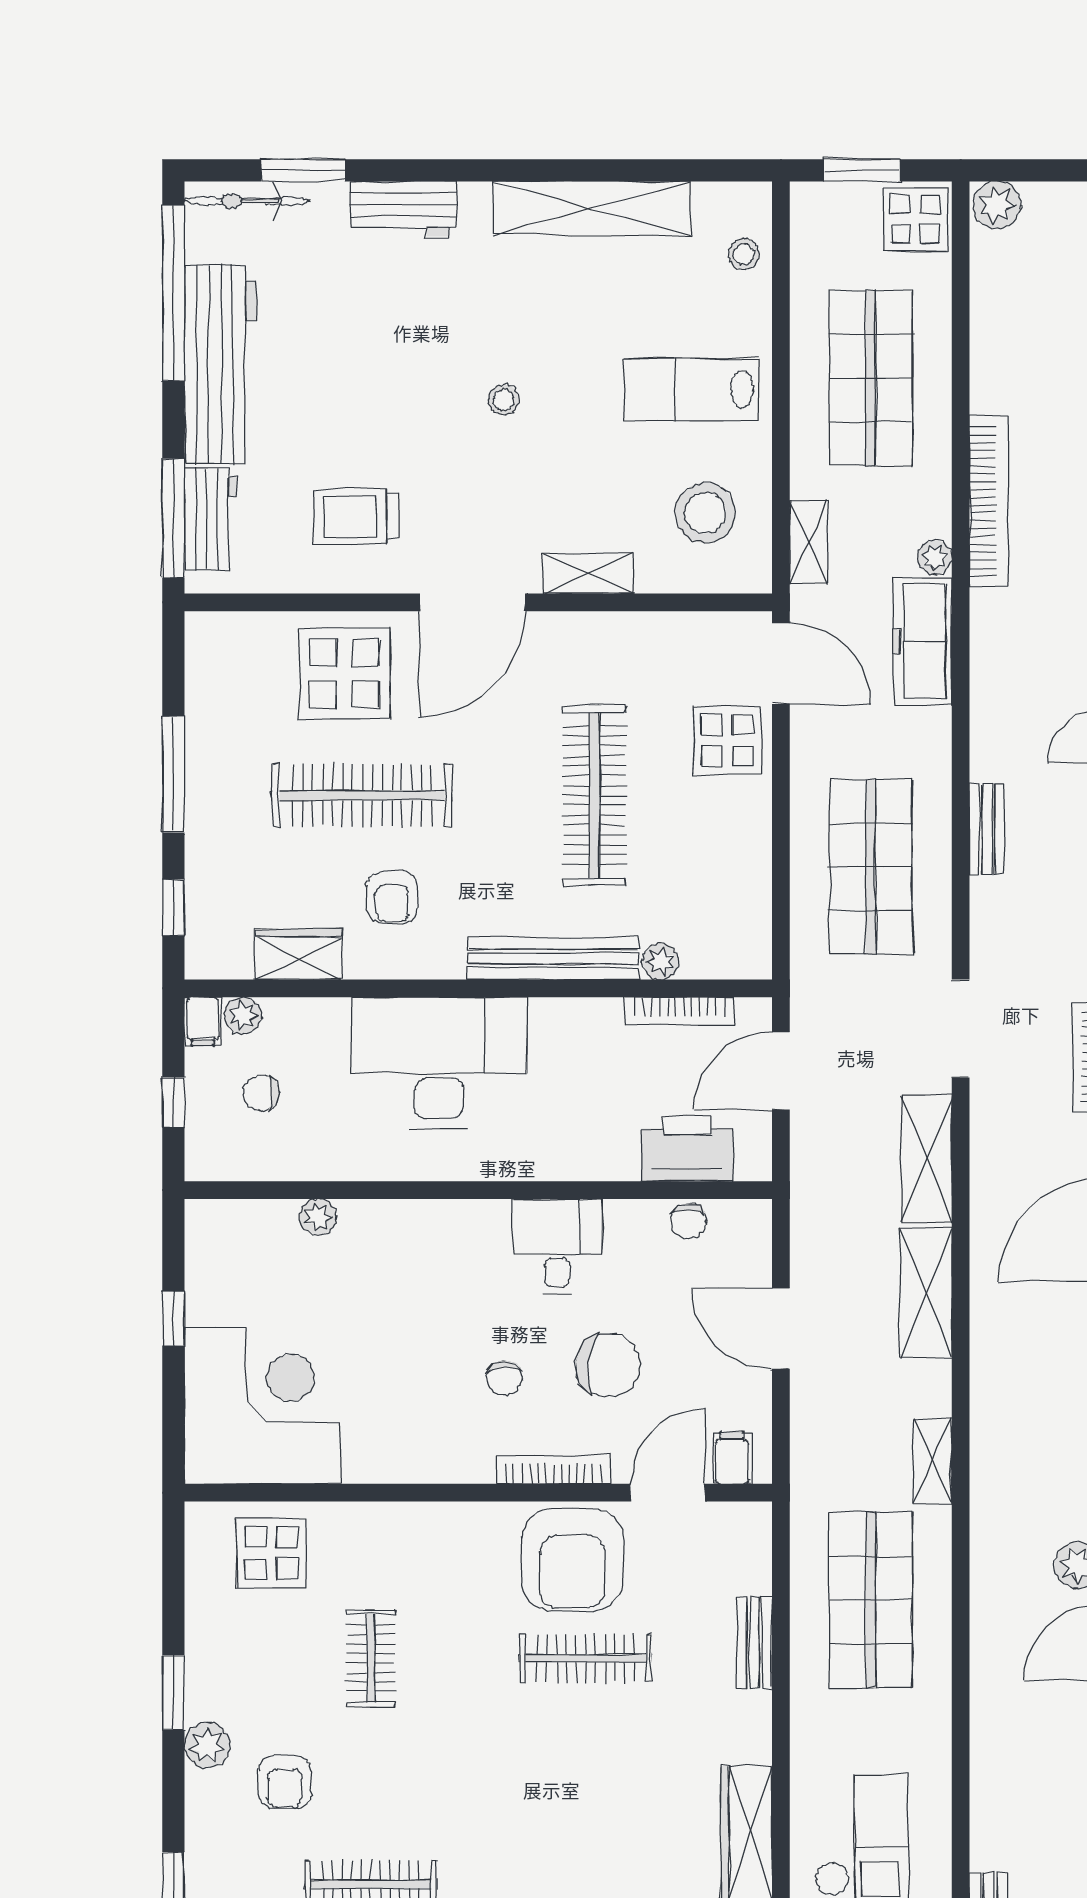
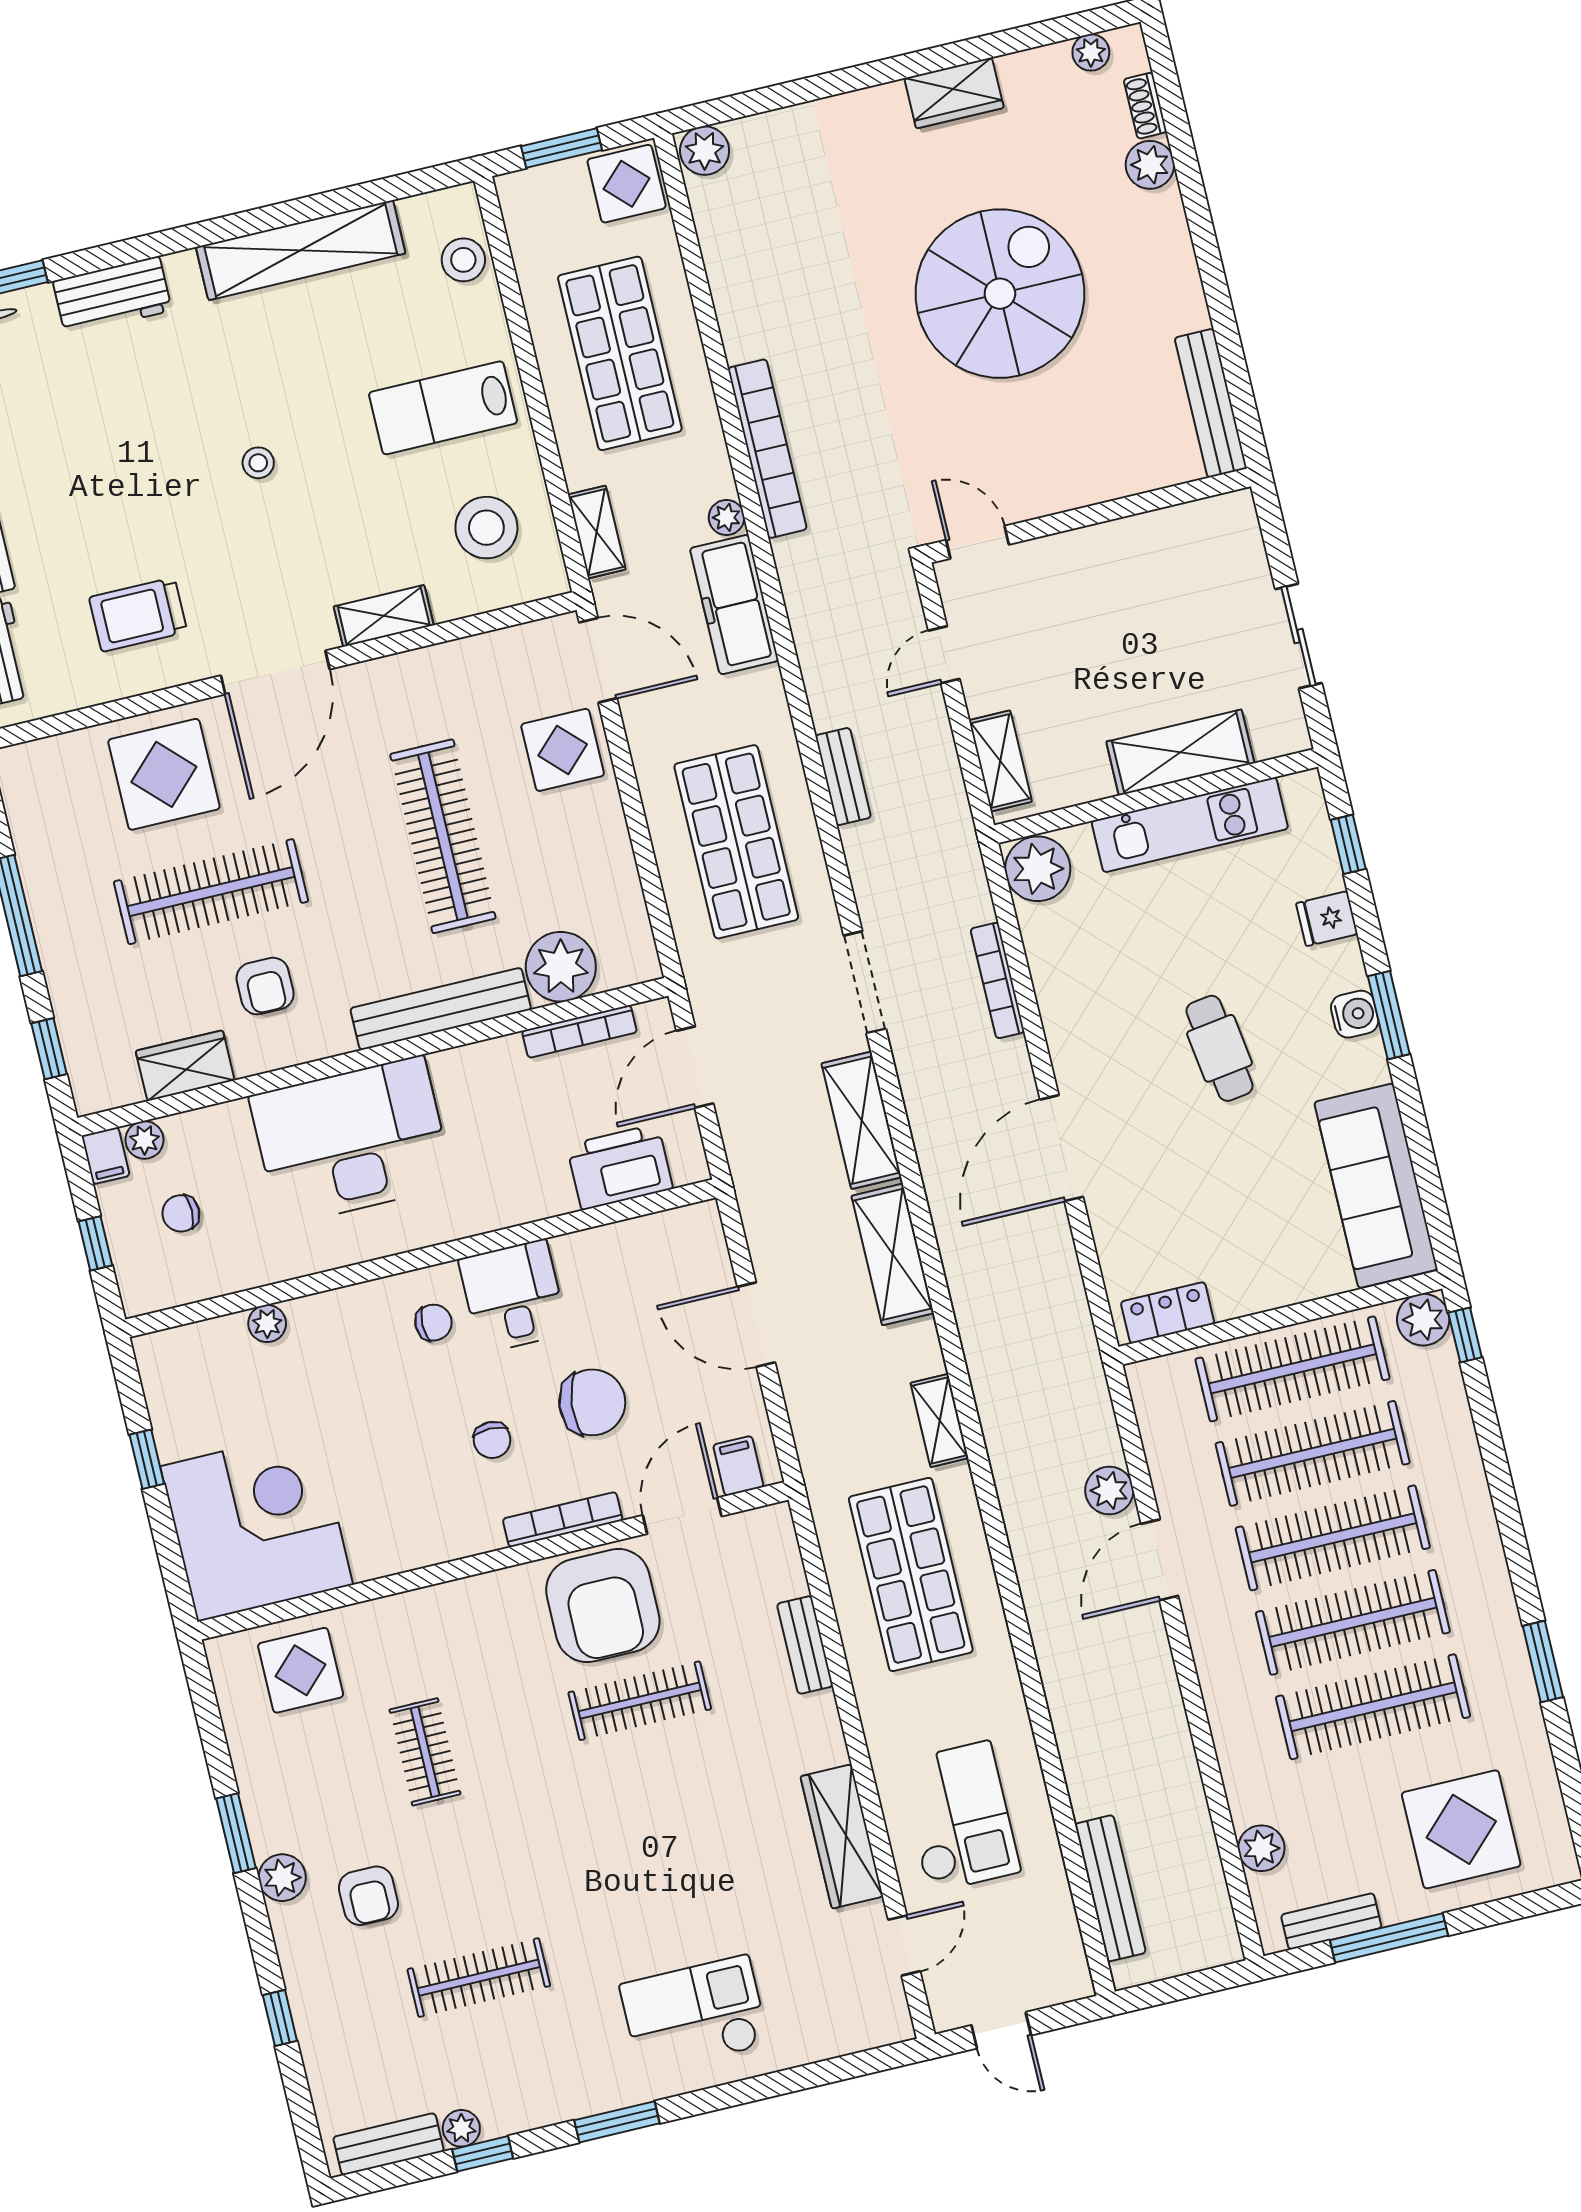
stool: (744, 254) -> (463, 260), width x1.37, depth x1.37
plant: (661, 961) -> (561, 967), width x1.88, depth x1.88
chair: (688, 1221) -> (433, 1323), moved, turned -90

